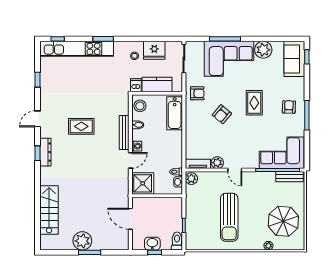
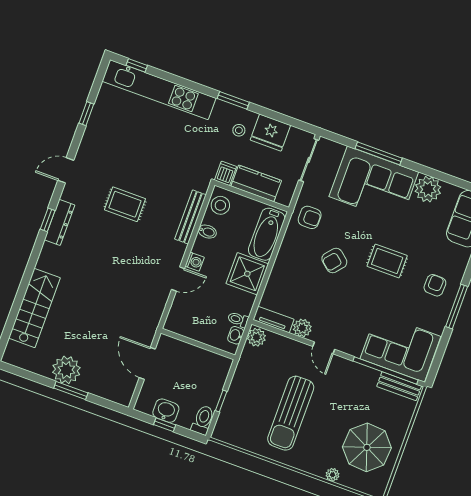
window: (103, 39) -> (233, 100), moved
rug: (254, 103) -> (387, 261), turned 90
bench: (124, 133) -> (190, 217), moved
shower: (143, 183) -> (247, 274), moved

